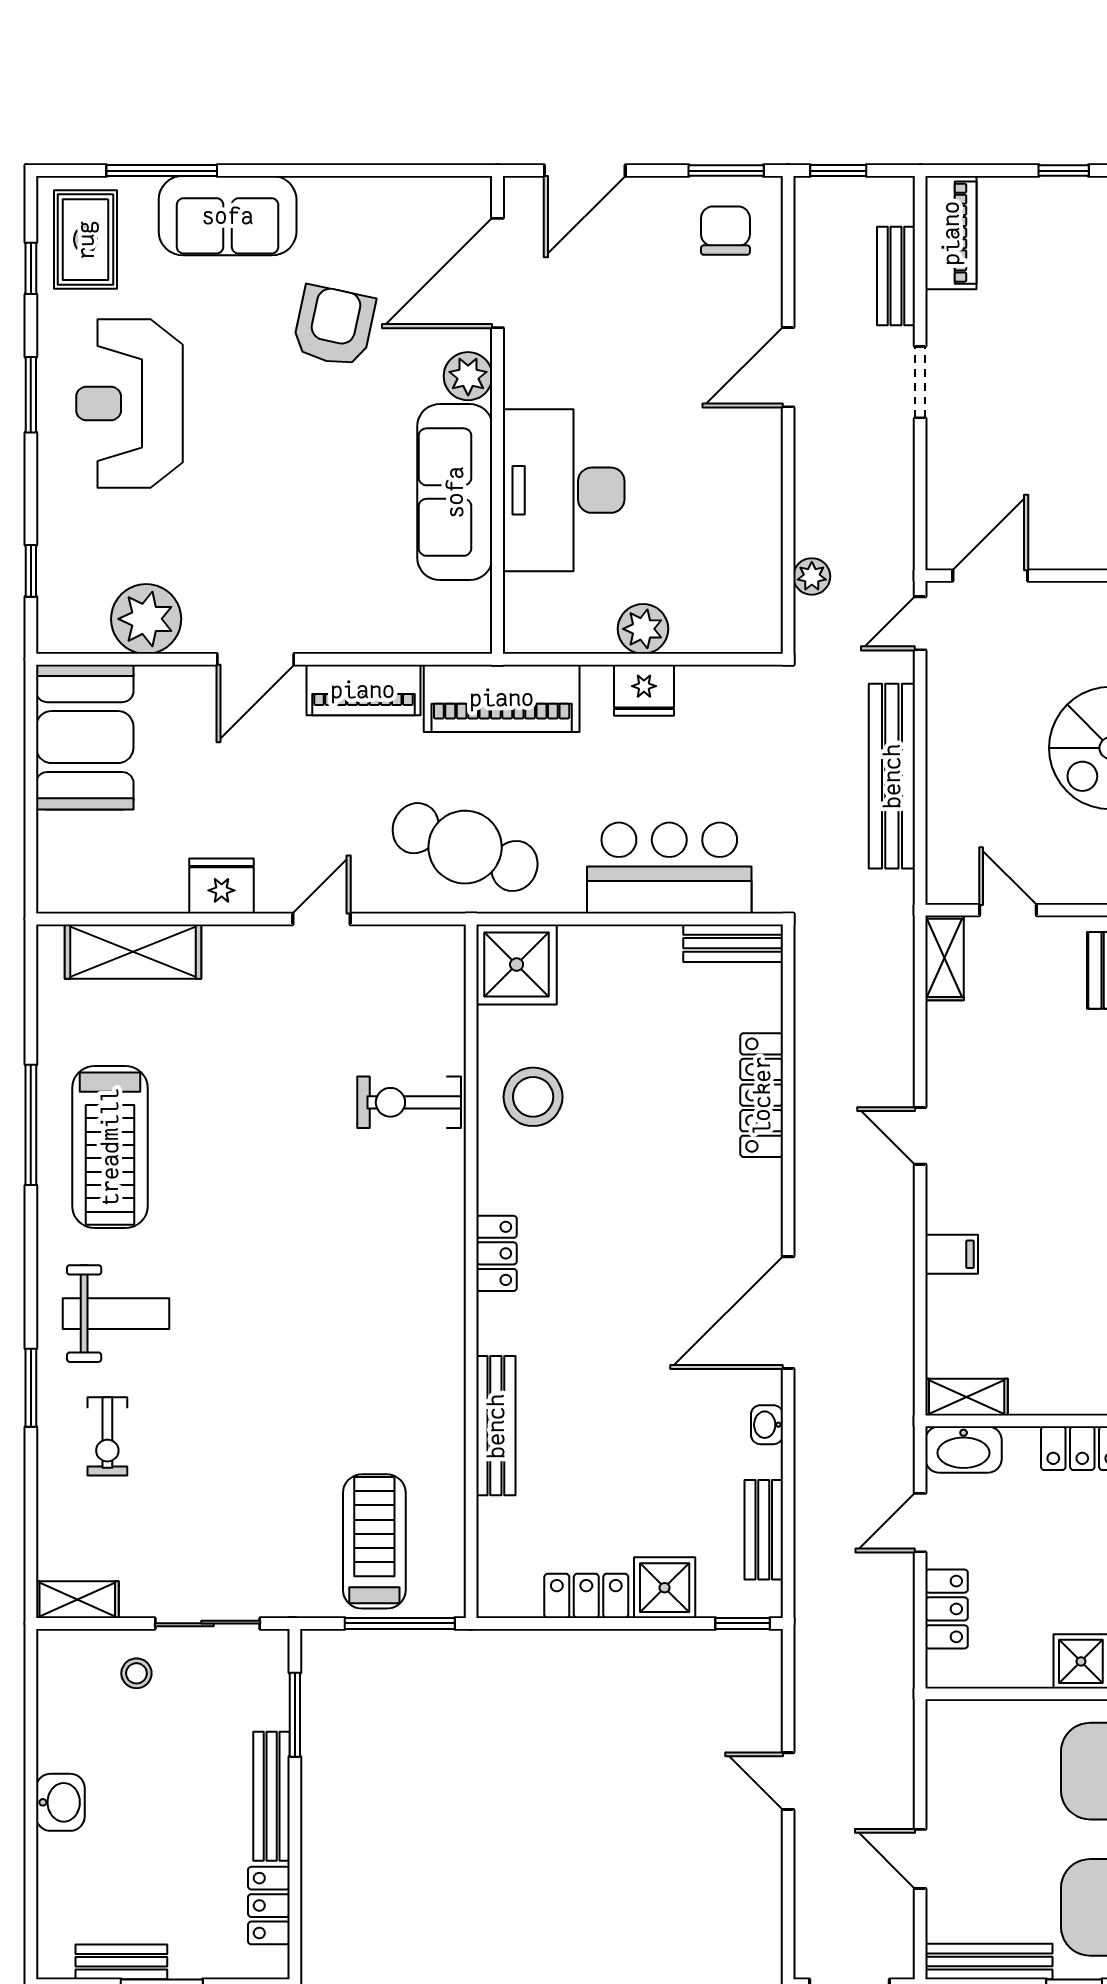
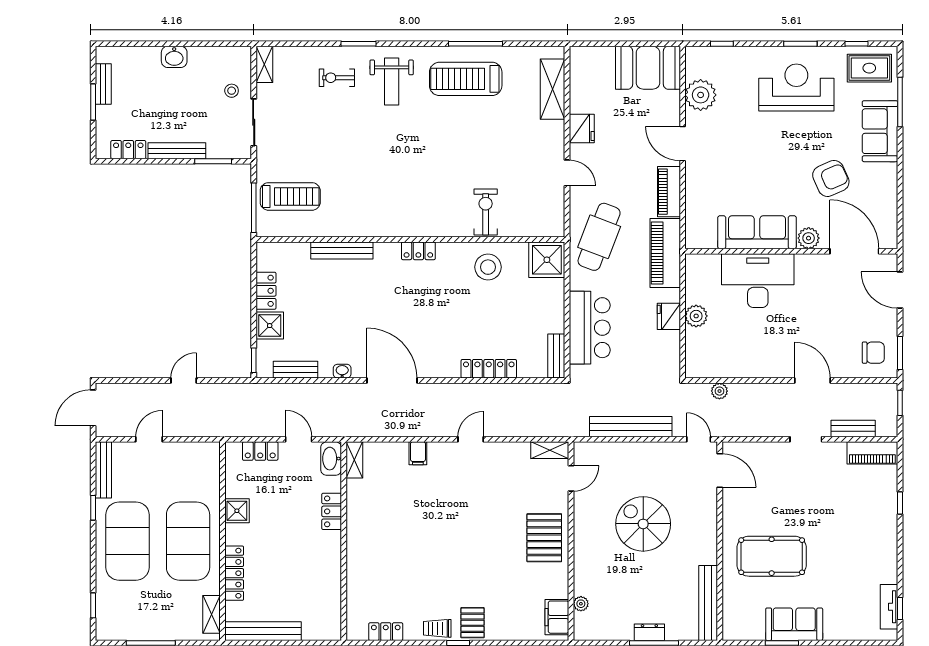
armchair: (334, 326) -> (831, 178), turned -36

